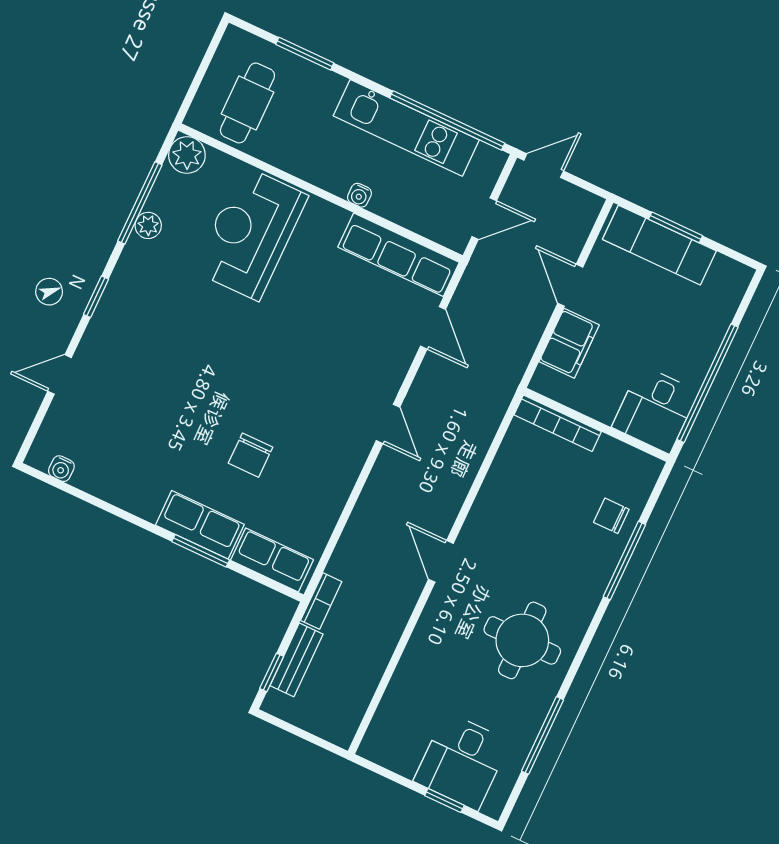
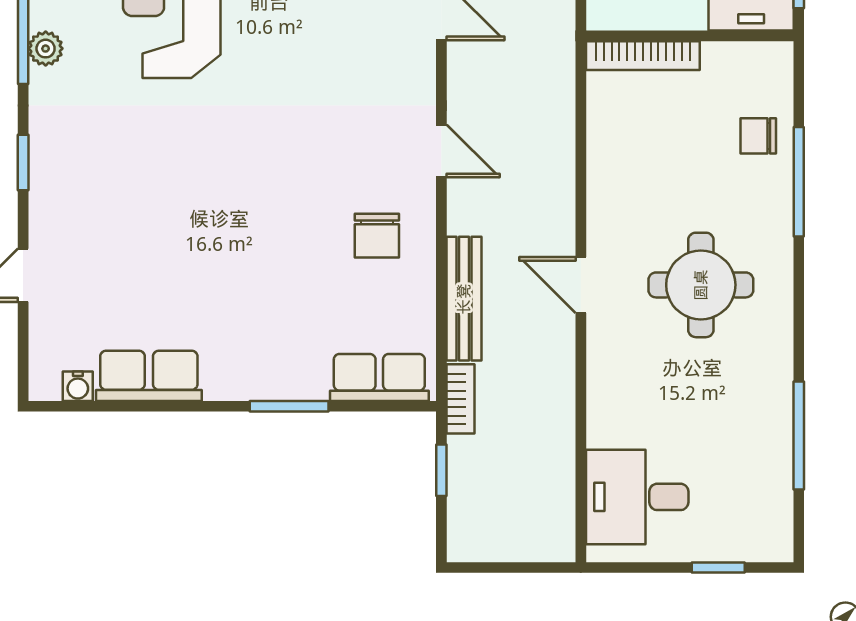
chair: (251, 455) -> (377, 236), moved
row of seats: (200, 525) -> (149, 376), moved
round table: (522, 640) -> (701, 285), moved
bench: (297, 660) -> (464, 299), moved, width x1.36
window: (272, 672) -> (441, 470), moved
desk: (462, 761) -> (637, 497), moved, turned 90

